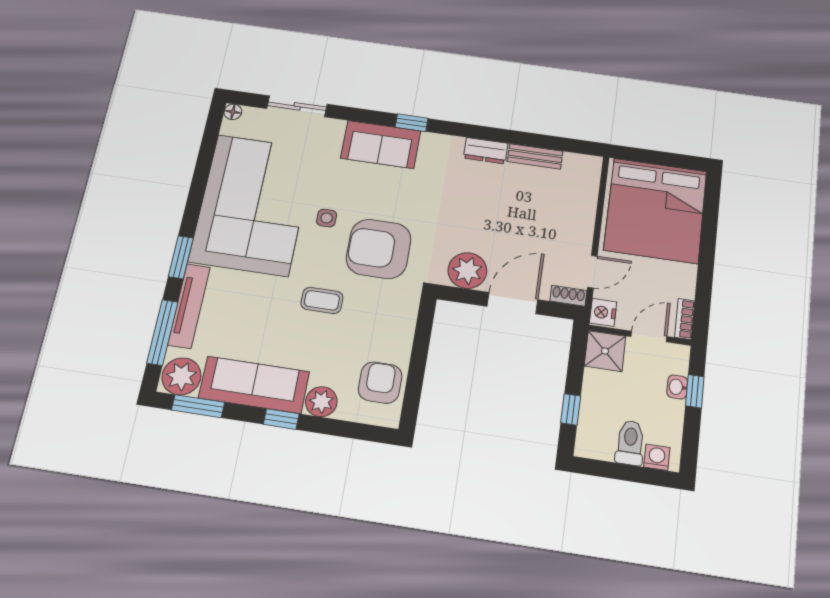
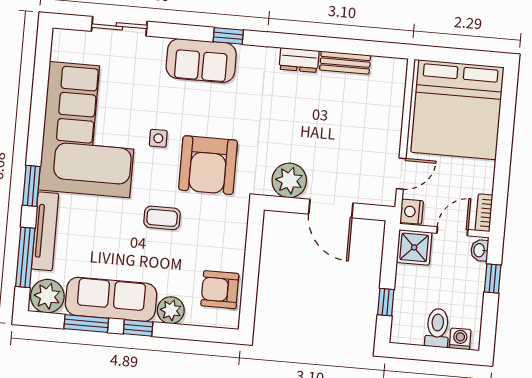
floor lamp: (233, 112) -> (60, 36), removed
armchair: (379, 249) -> (208, 165), turned -90
shoe rack: (568, 296) -> (380, 198), removed
door: (512, 303) -> (331, 208), swing flipped
armchair: (380, 383) -> (220, 290), turned -90
washbasin: (677, 387) -> (480, 250), moved
window: (198, 406) -> (86, 323), moved

